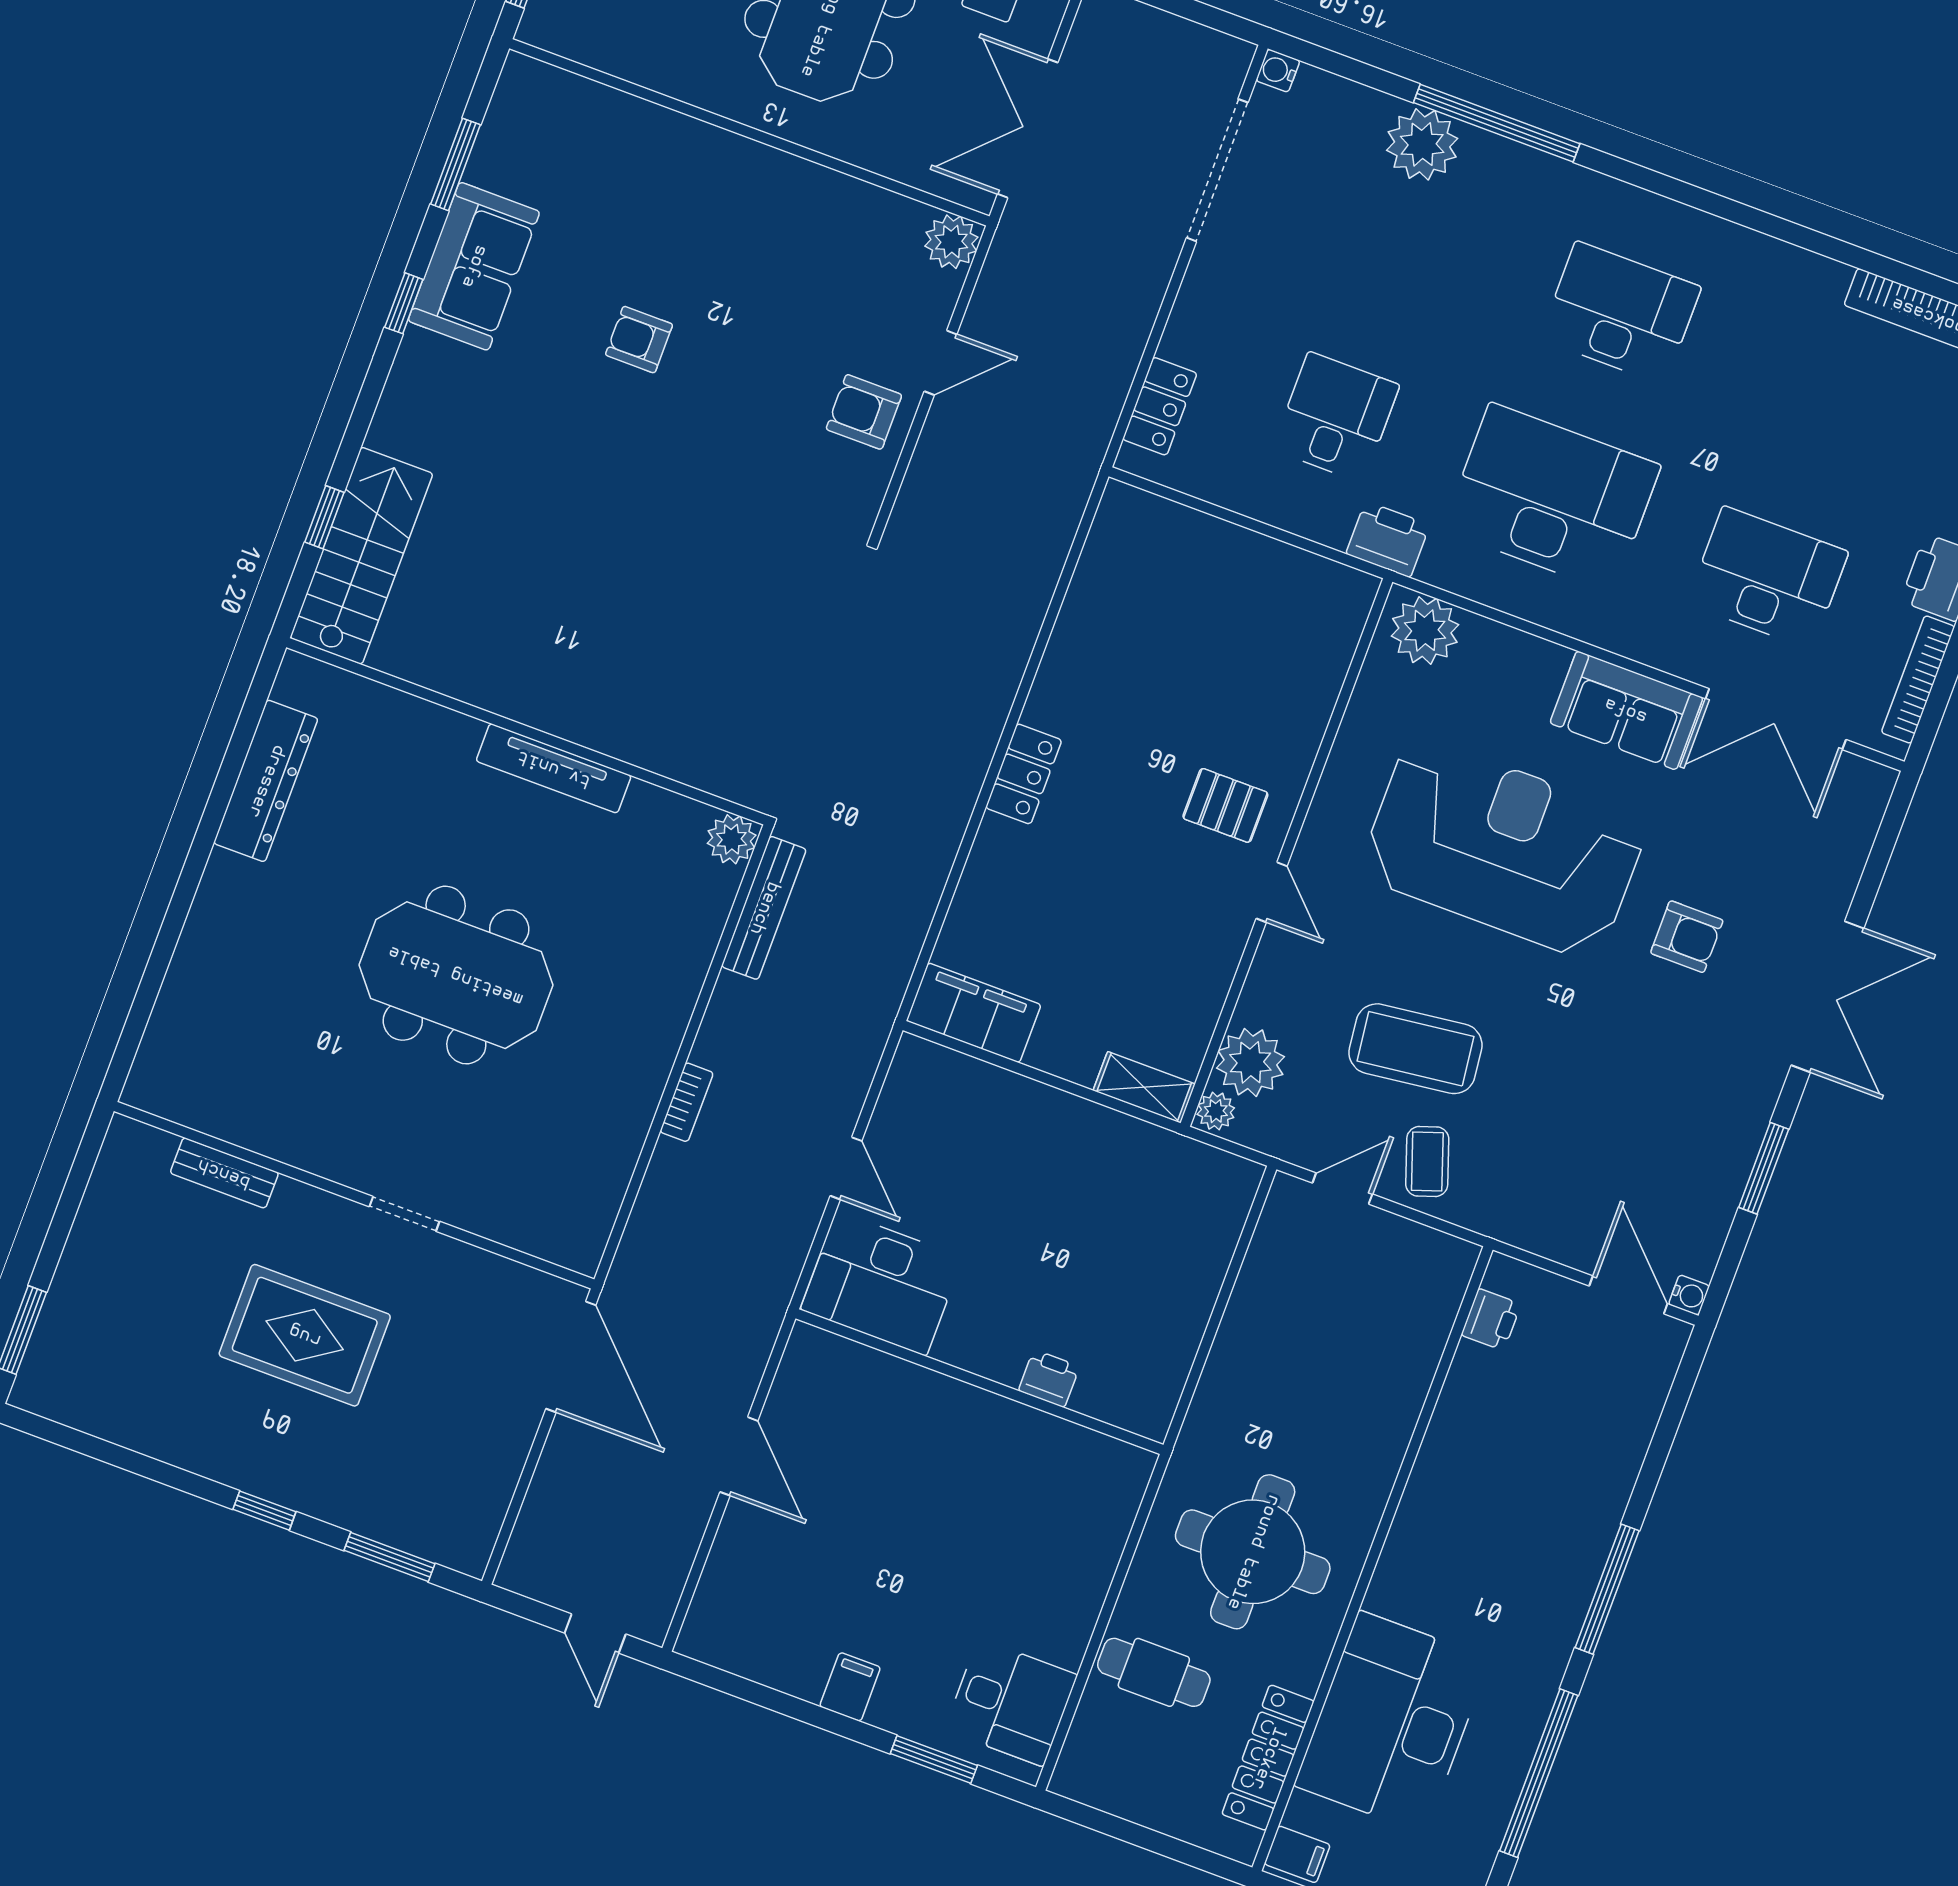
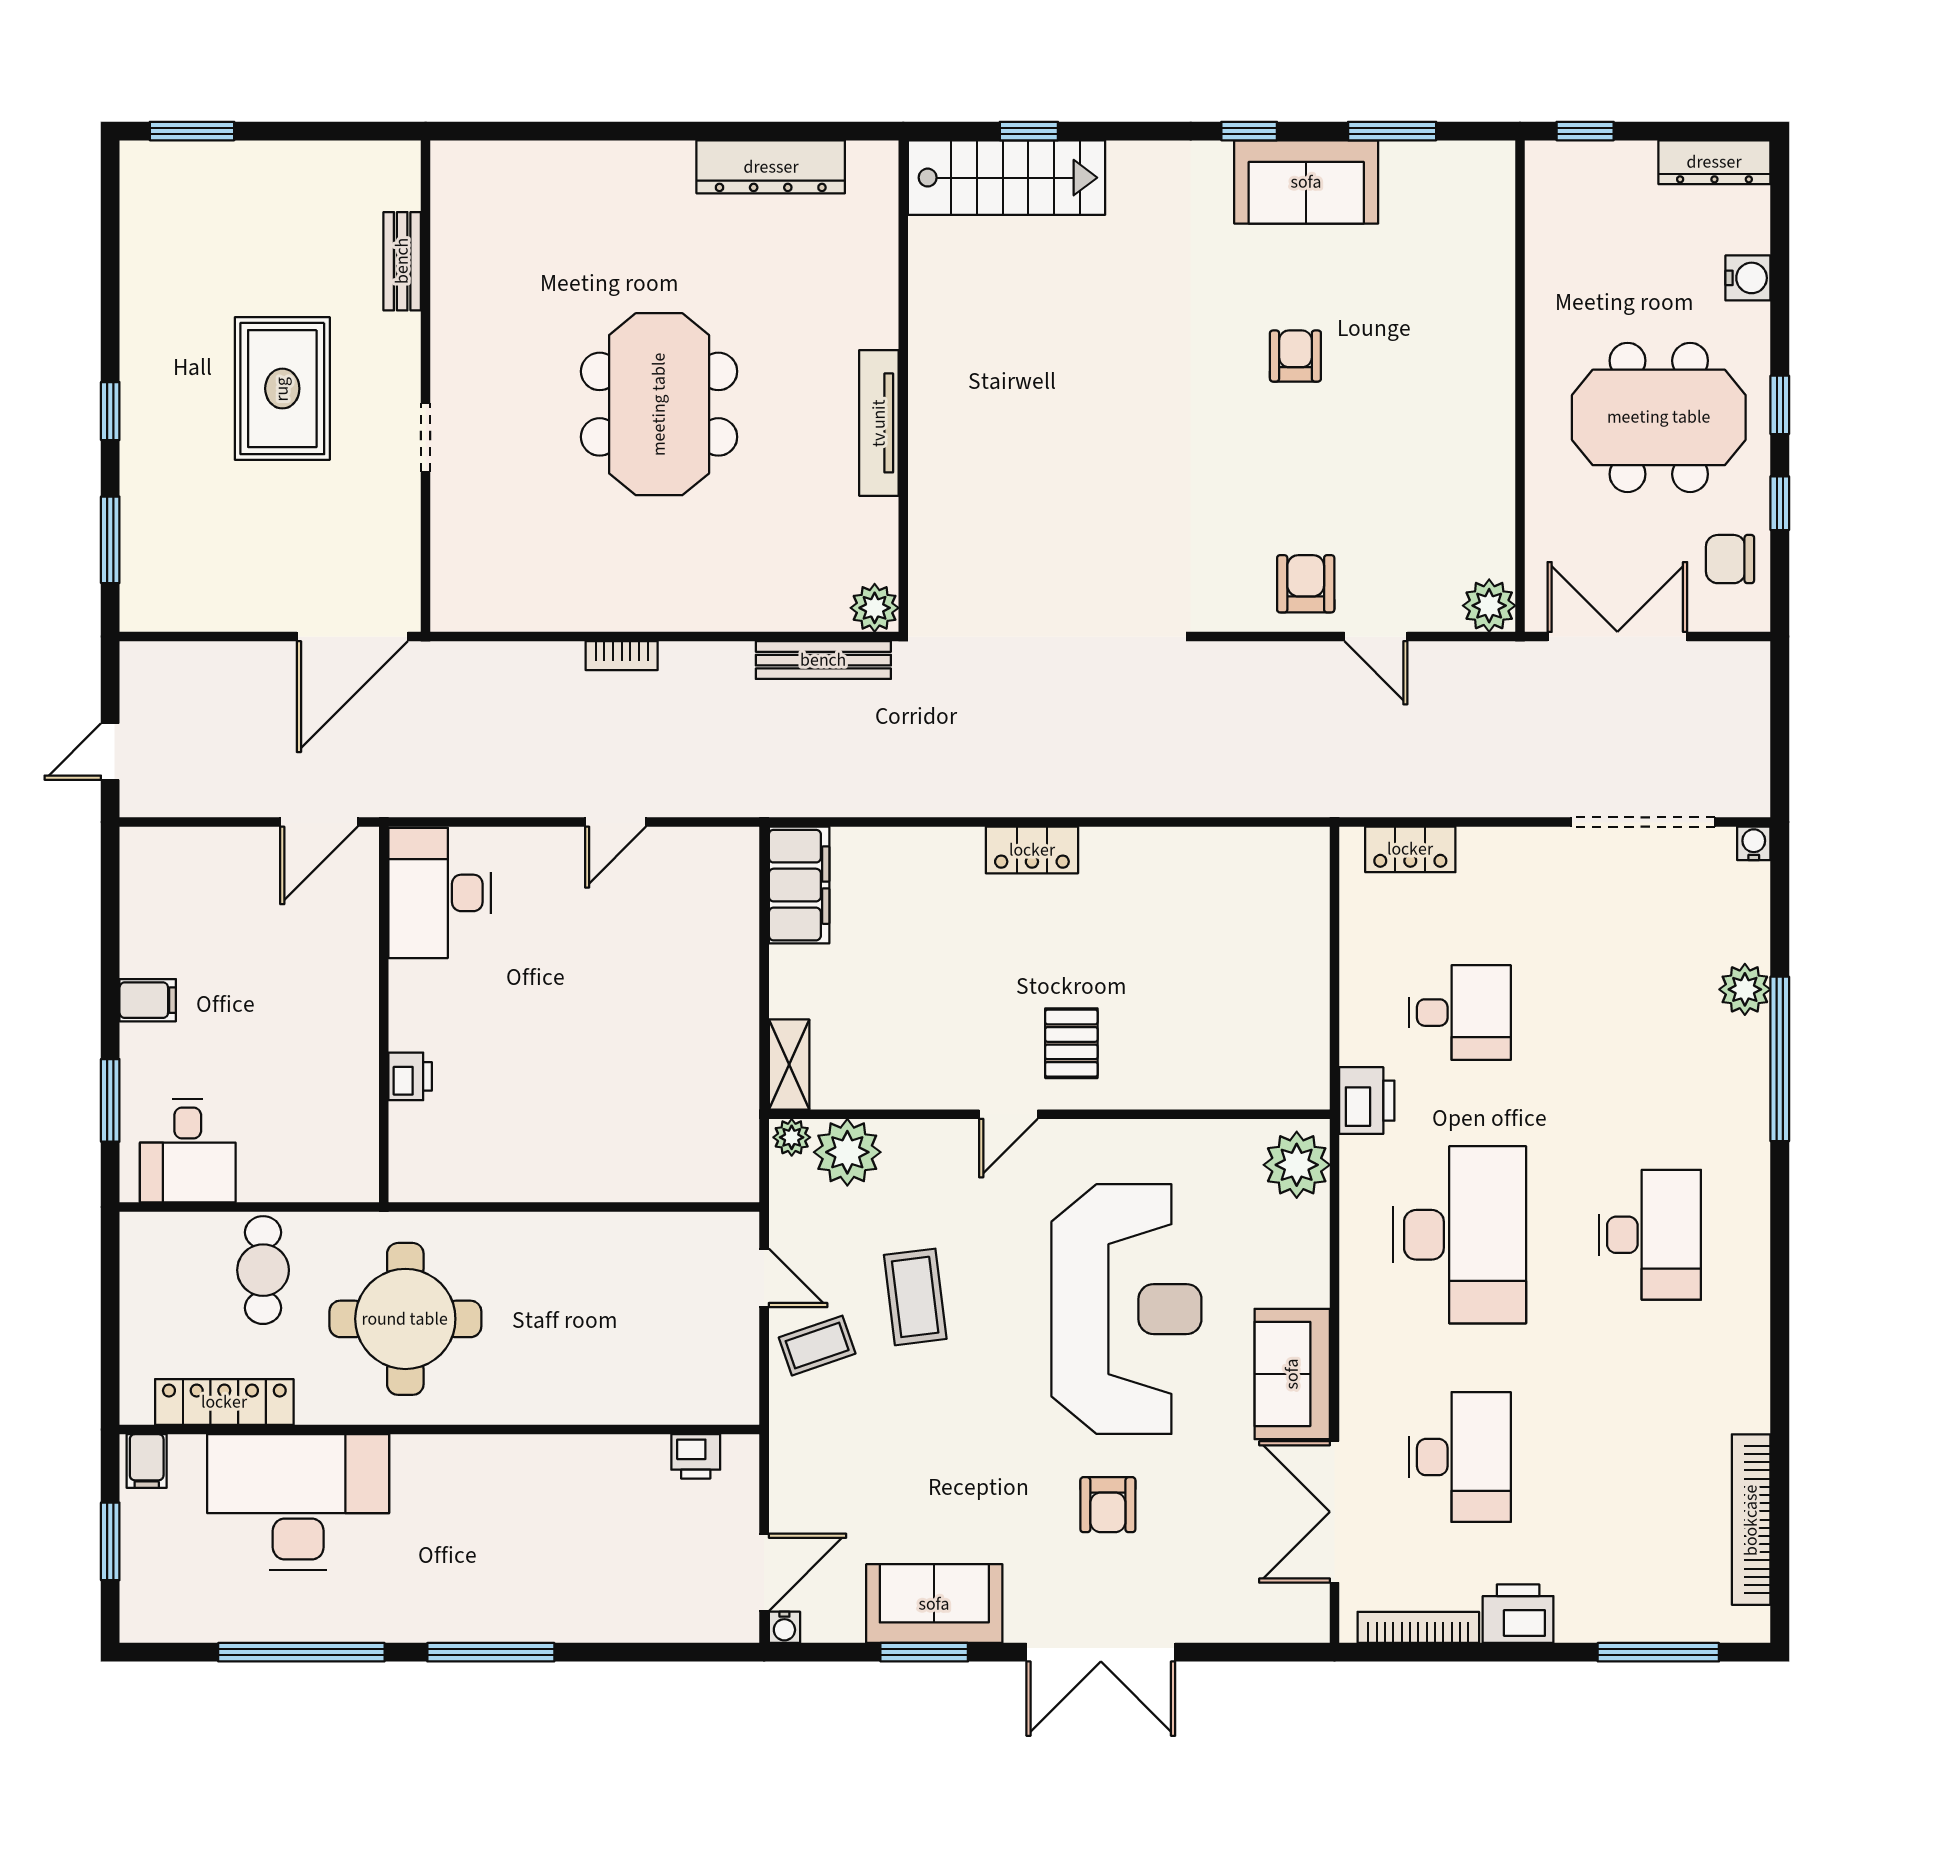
plant: (1422, 144) -> (1745, 989), width x0.73, depth x0.73
coffee table: (1415, 1049) -> (915, 1297), width x0.73, depth x0.76
sofa: (1720, 1141) -> (934, 1604), added
desk: (882, 1284) -> (440, 893), moved
printer: (1049, 1378) -> (410, 1076), moved
wall: (979, 1382) -> (384, 1014), moved

